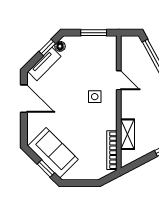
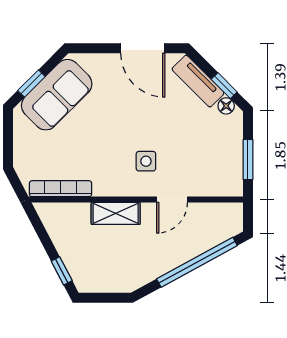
door: (24, 99) -> (143, 48), hinge flipped
shelving: (127, 134) -> (116, 213), moved

